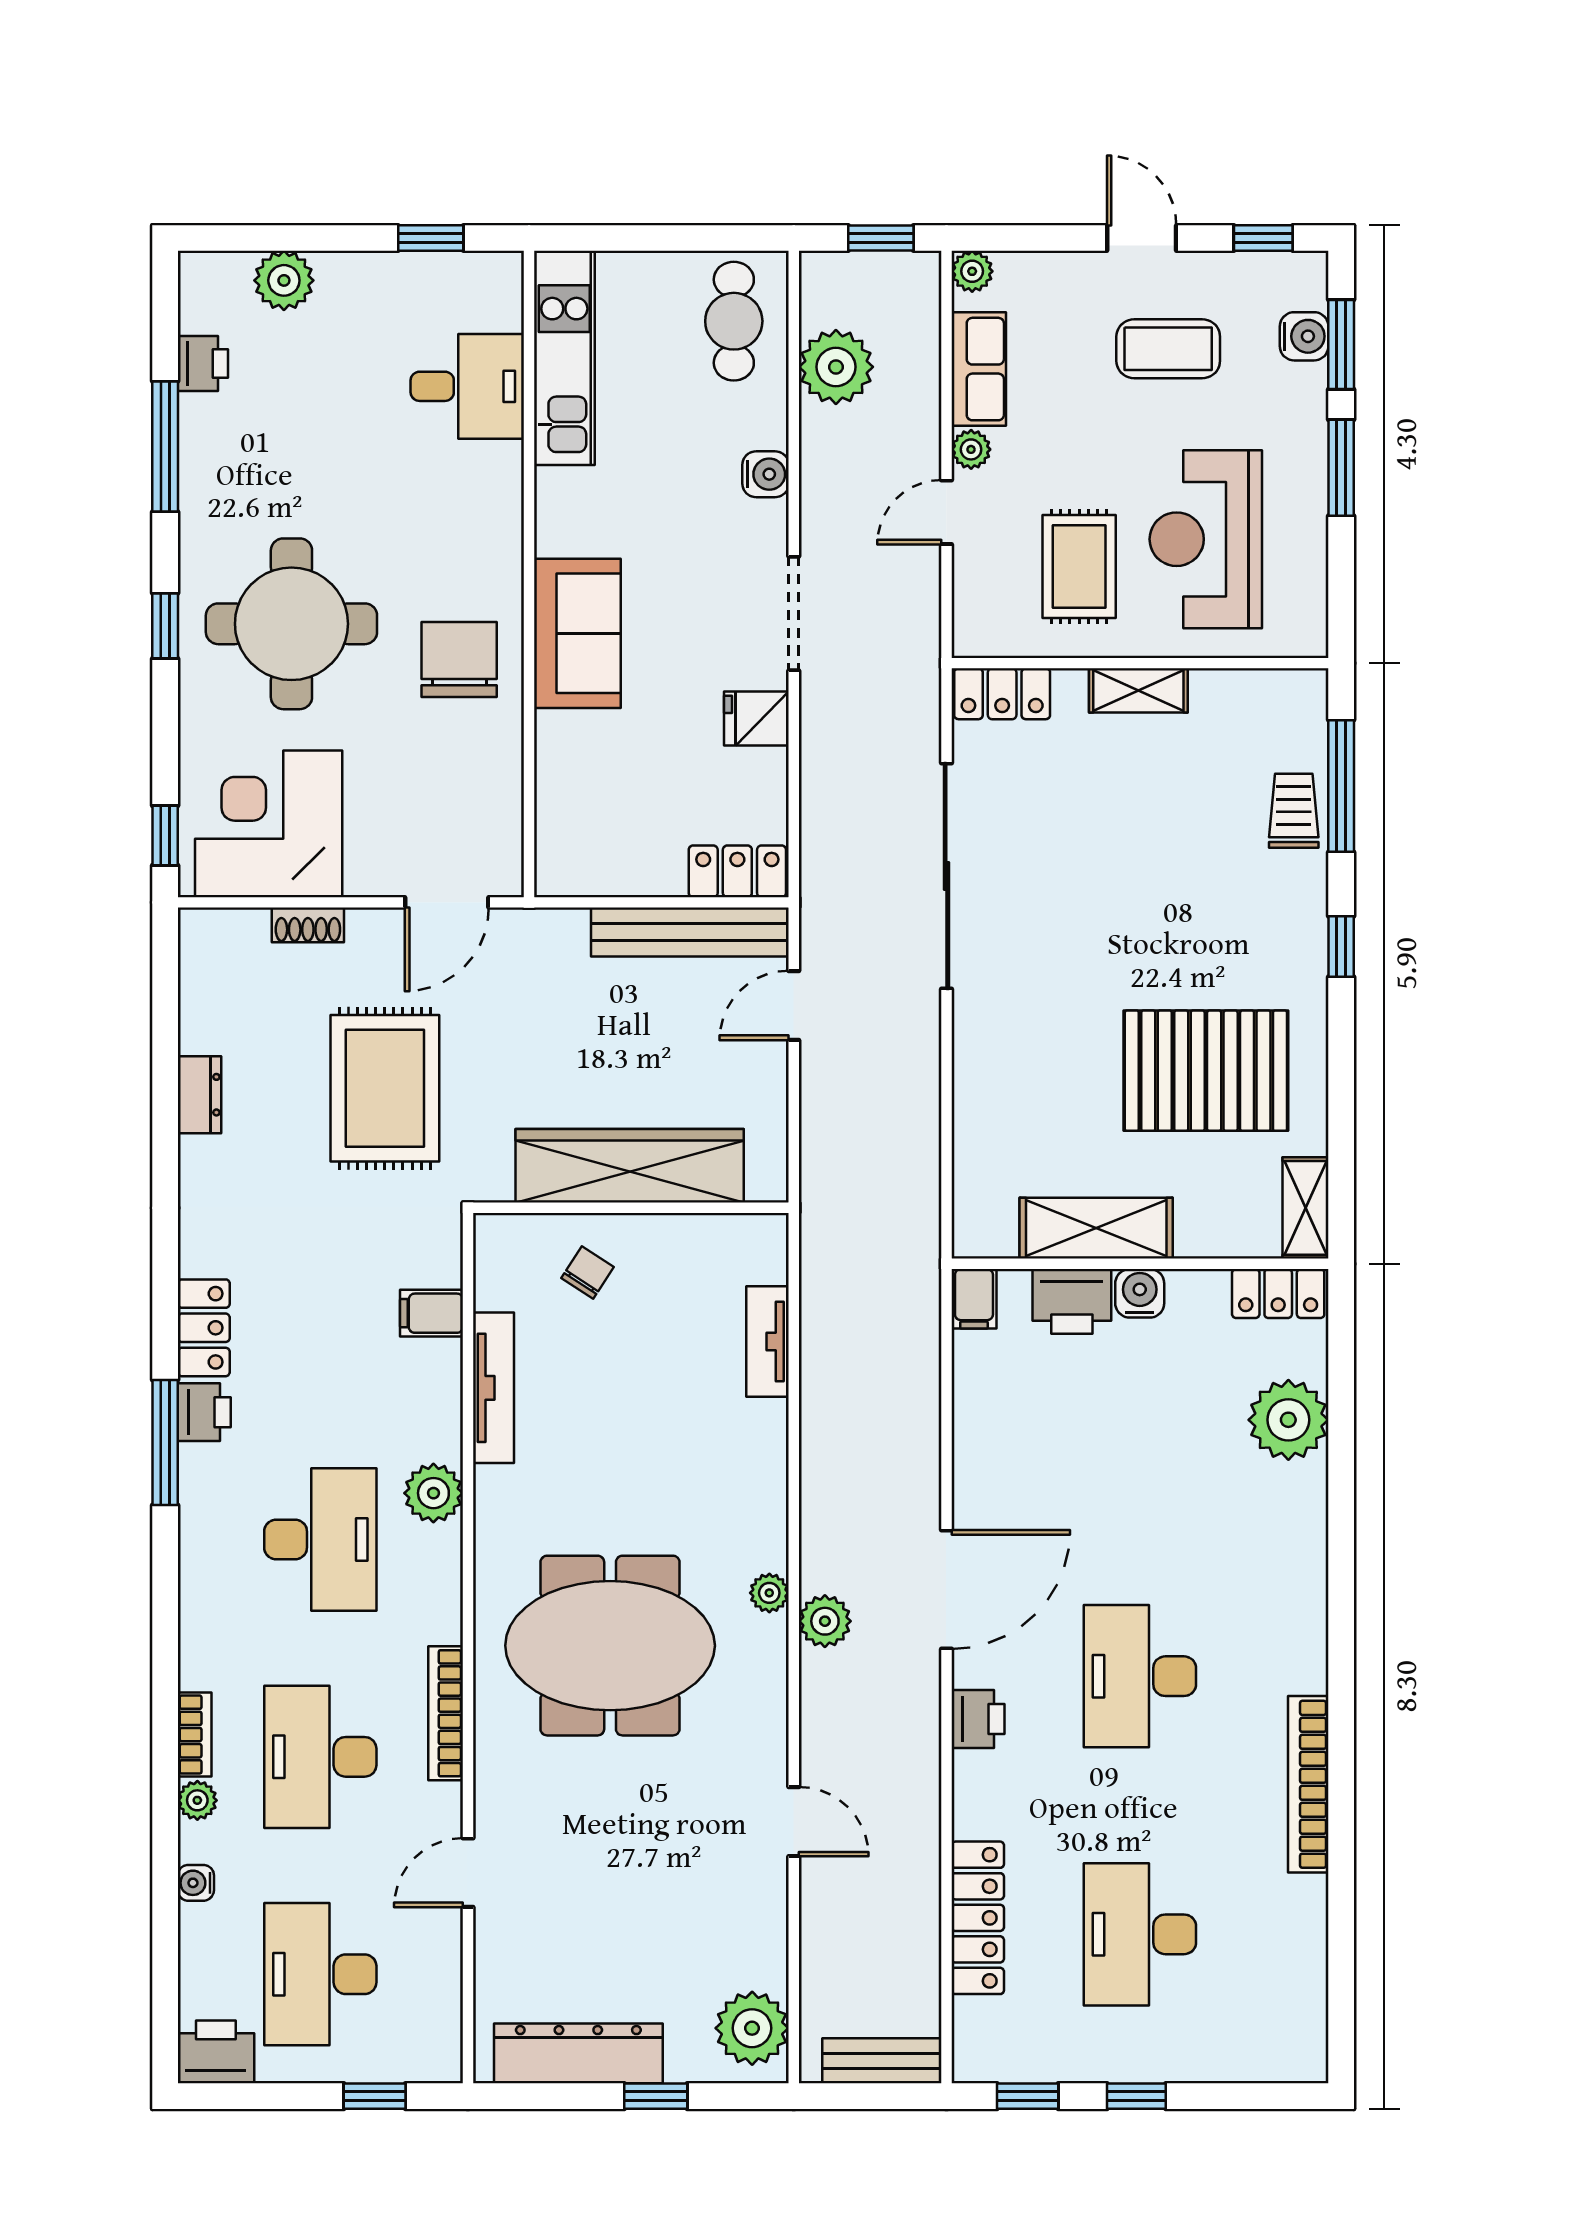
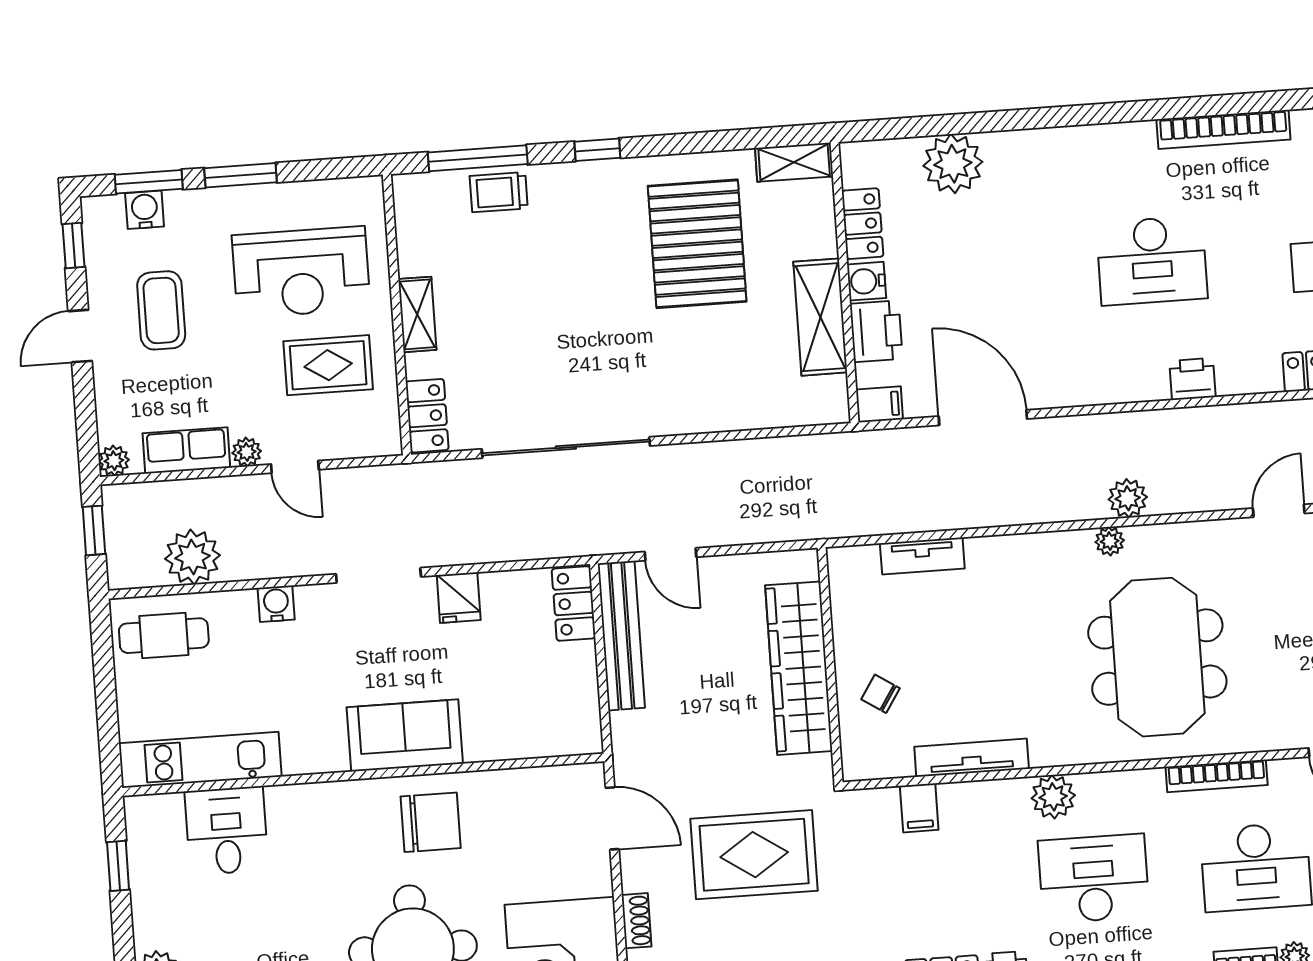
chair: (459, 659) -> (431, 822), turned 180
locker: (1278, 1293) -> (863, 224), moved
door: (946, 1589) -> (983, 418), moved

